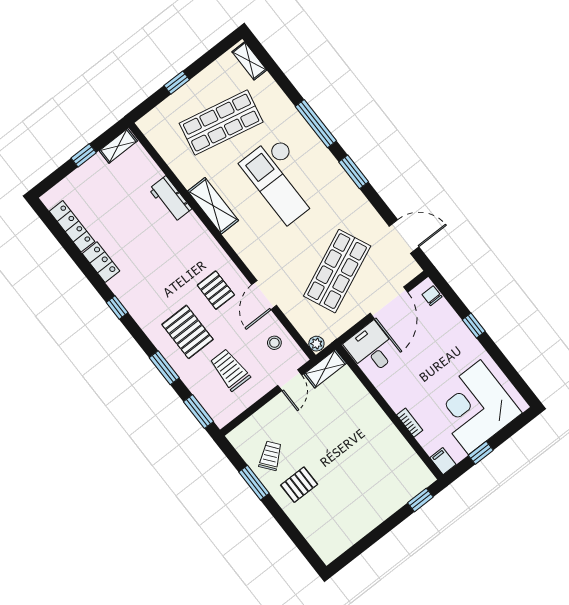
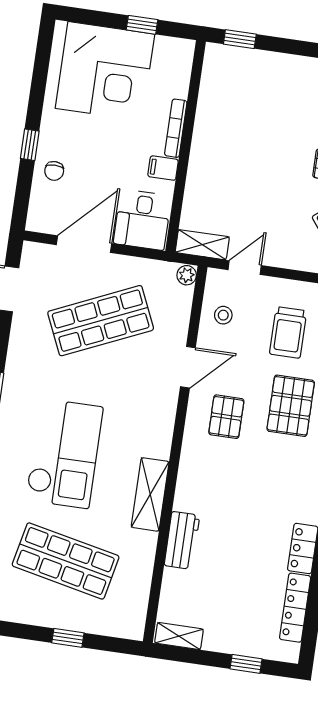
window: (84, 155) -> (246, 664), moved
chair: (432, 296) -> (54, 171), moved
bookcase: (410, 423) -> (176, 128), width x1.56
filing cabinet: (443, 461) -> (163, 168), moved, turned 90

